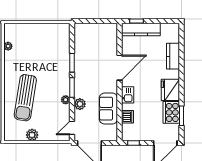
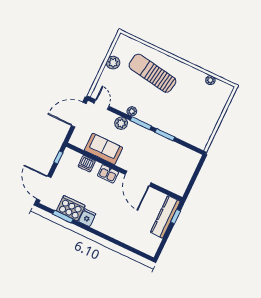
kitchen counter: (173, 56) -> (125, 236), removed
fridge: (170, 90) -> (87, 218), width x0.53, depth x0.75

